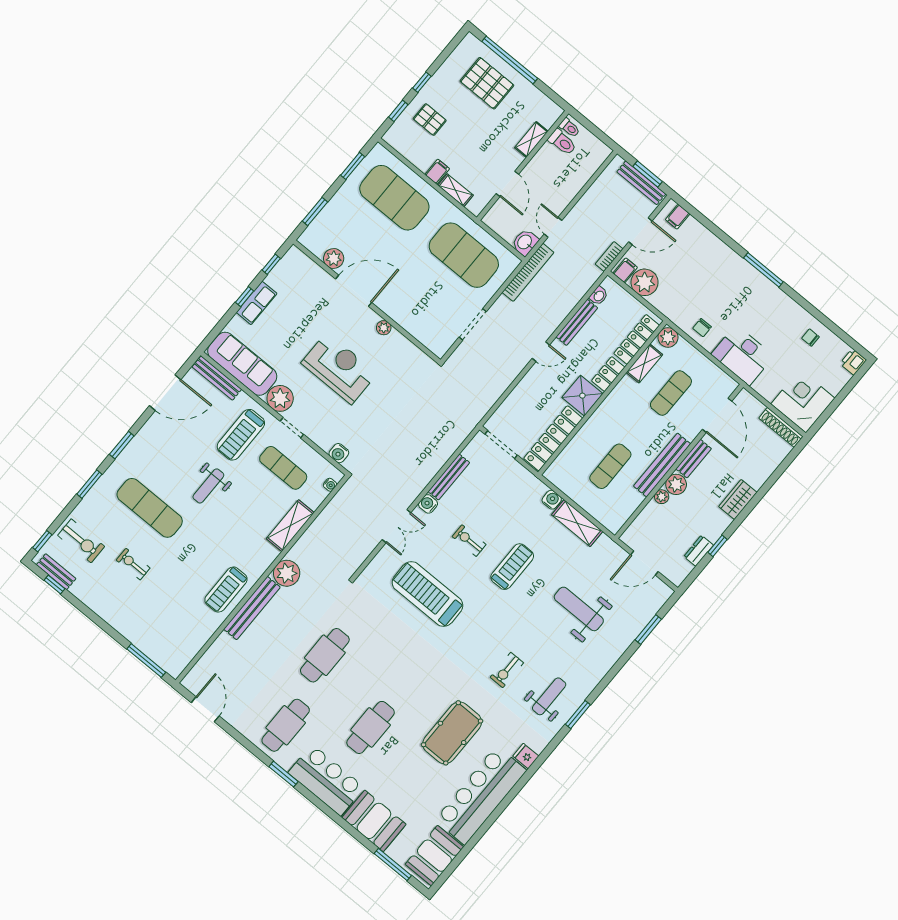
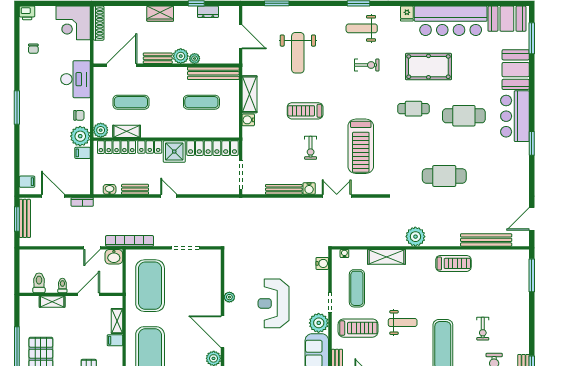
toilet: (569, 128) -> (62, 286), moved
filing cabinet: (625, 270) -> (83, 153), moved
plant: (645, 282) -> (80, 136), moved
bench: (577, 322) -> (135, 189), width x0.73
bench: (662, 465) -> (213, 73), moved
bench: (252, 608) -> (486, 240), moved
cafe table: (286, 725) -> (414, 109), moved, width x0.73, depth x0.74

